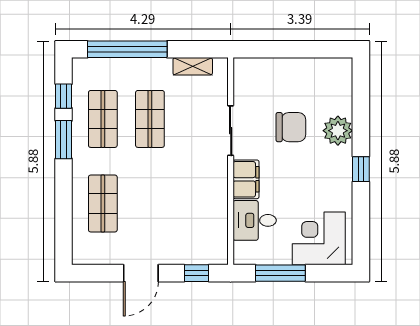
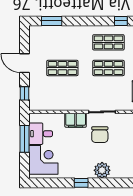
chair: (291, 127) -> (100, 135), moved
window: (64, 140) -> (52, 21), moved
shop shelf: (103, 203) -> (62, 68), moved
desk: (255, 220) -> (41, 134), moved, turned -90

